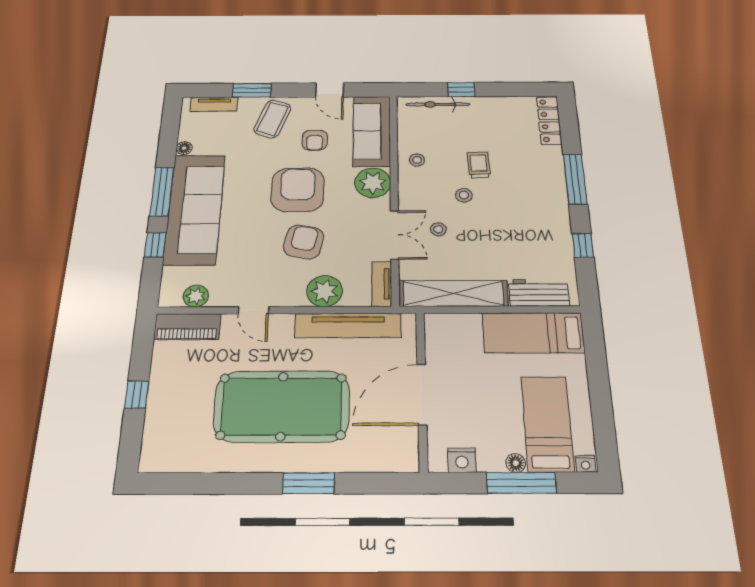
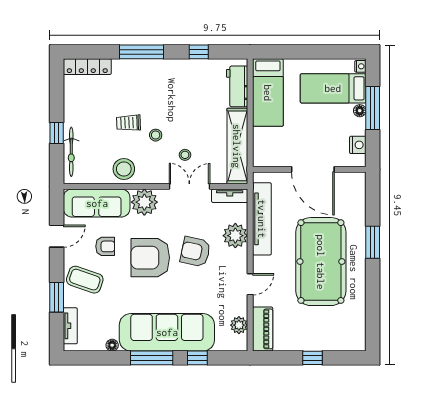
stool: (417, 160) -> (124, 169), width x1.89, depth x1.89

